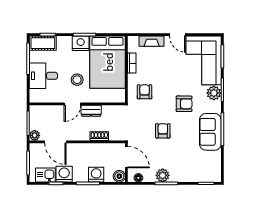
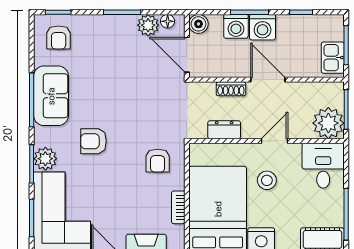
desk: (43, 76) -> (323, 166), moved, turned -90
dresser: (91, 111) -> (224, 130), moved
armchair: (163, 131) -> (59, 37), moved
plant: (35, 135) -> (328, 123), moved, width x1.88, depth x1.88
door: (55, 142) -> (268, 80), moved
washing machine: (64, 174) -> (263, 27), moved
kitchen sink: (45, 175) -> (333, 58), moved, turned 90
plant: (163, 175) -> (148, 25), moved

